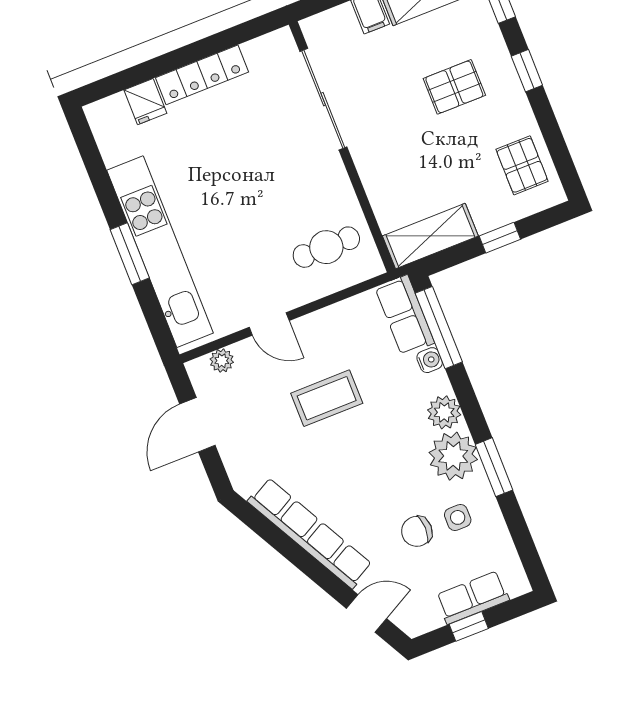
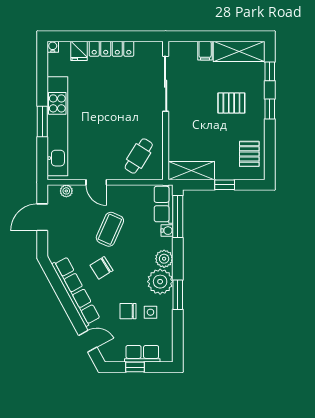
water cooler: (96, 113) -> (53, 47), added
cafe table: (326, 247) -> (139, 156), turned -58
coffee table: (327, 398) -> (110, 229), turned -66
chair: (339, 473) -> (102, 268), added

